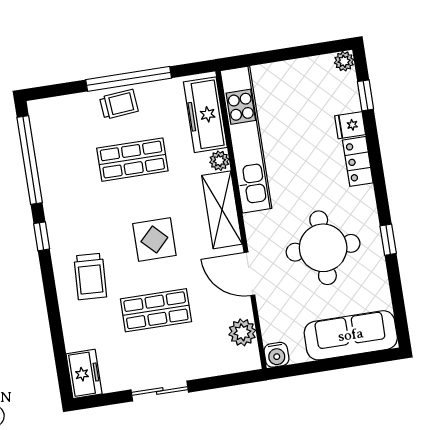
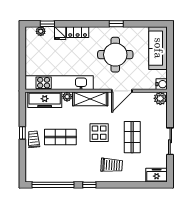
plant: (344, 61) -> (41, 31), moved
window: (129, 79) -> (22, 133), width x0.32
shop shelf: (132, 160) -> (60, 137), turned 90
plant: (242, 332) -> (160, 98), moved

